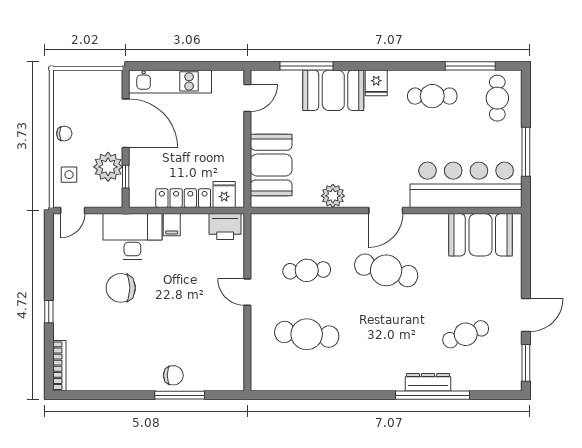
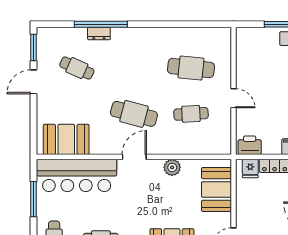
cafe table: (466, 334) -> (77, 68), turned 45
dresser: (428, 382) -> (99, 34), width x0.70

